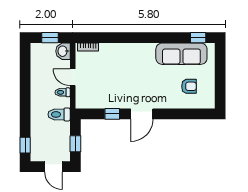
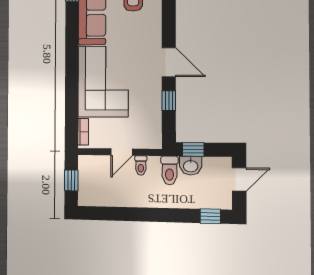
washbasin: (63, 51) -> (191, 166), moved
corner sofa: (127, 63) -> (103, 82), added
window: (75, 144) -> (193, 149), moved

